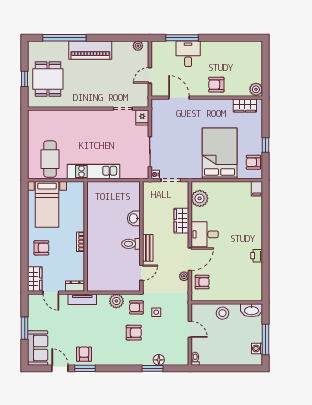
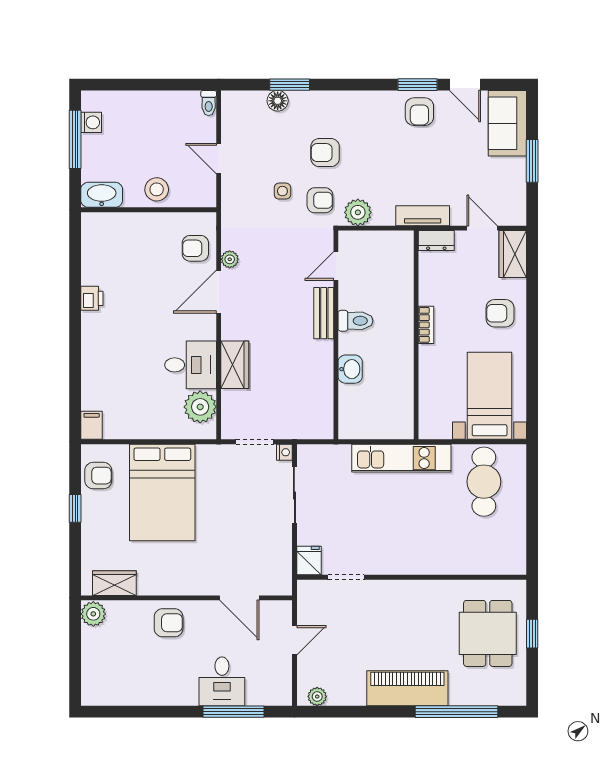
washbasin: (134, 218) -> (350, 369), moved
desk: (205, 234) -> (191, 365), moved
wall: (141, 236) -> (336, 335), moved
toilet: (131, 244) -> (355, 321), moved
bench: (148, 248) -> (324, 313), moved
door: (141, 273) -> (336, 266), moved

